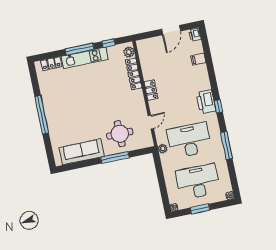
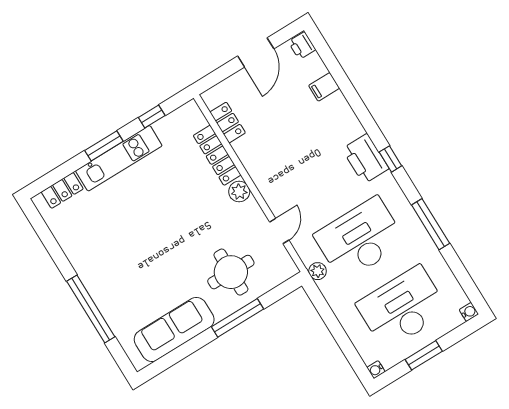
window: (80, 49) -> (104, 146), width x0.69
plant: (129, 52) -> (239, 192), moved
locker: (151, 90) -> (228, 123), moved
window: (42, 115) -> (91, 309), moved

